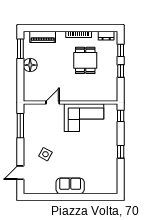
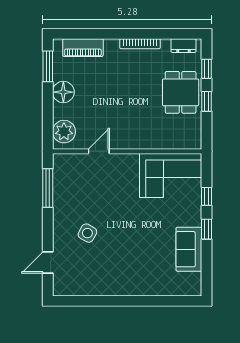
dining table: (85, 60) -> (181, 92), moved
plant: (31, 90) -> (64, 132), added
window: (121, 116) -> (206, 196), moved
corner sofa: (84, 118) -> (171, 175), moved
sofa: (70, 186) -> (189, 249), moved, turned -90

